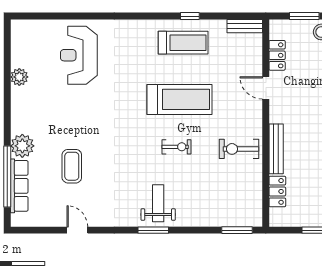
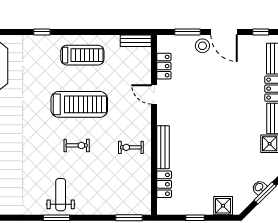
window: (190, 16) -> (42, 32), moved
exercise bike: (239, 149) -> (131, 147), width x0.73, depth x0.72

